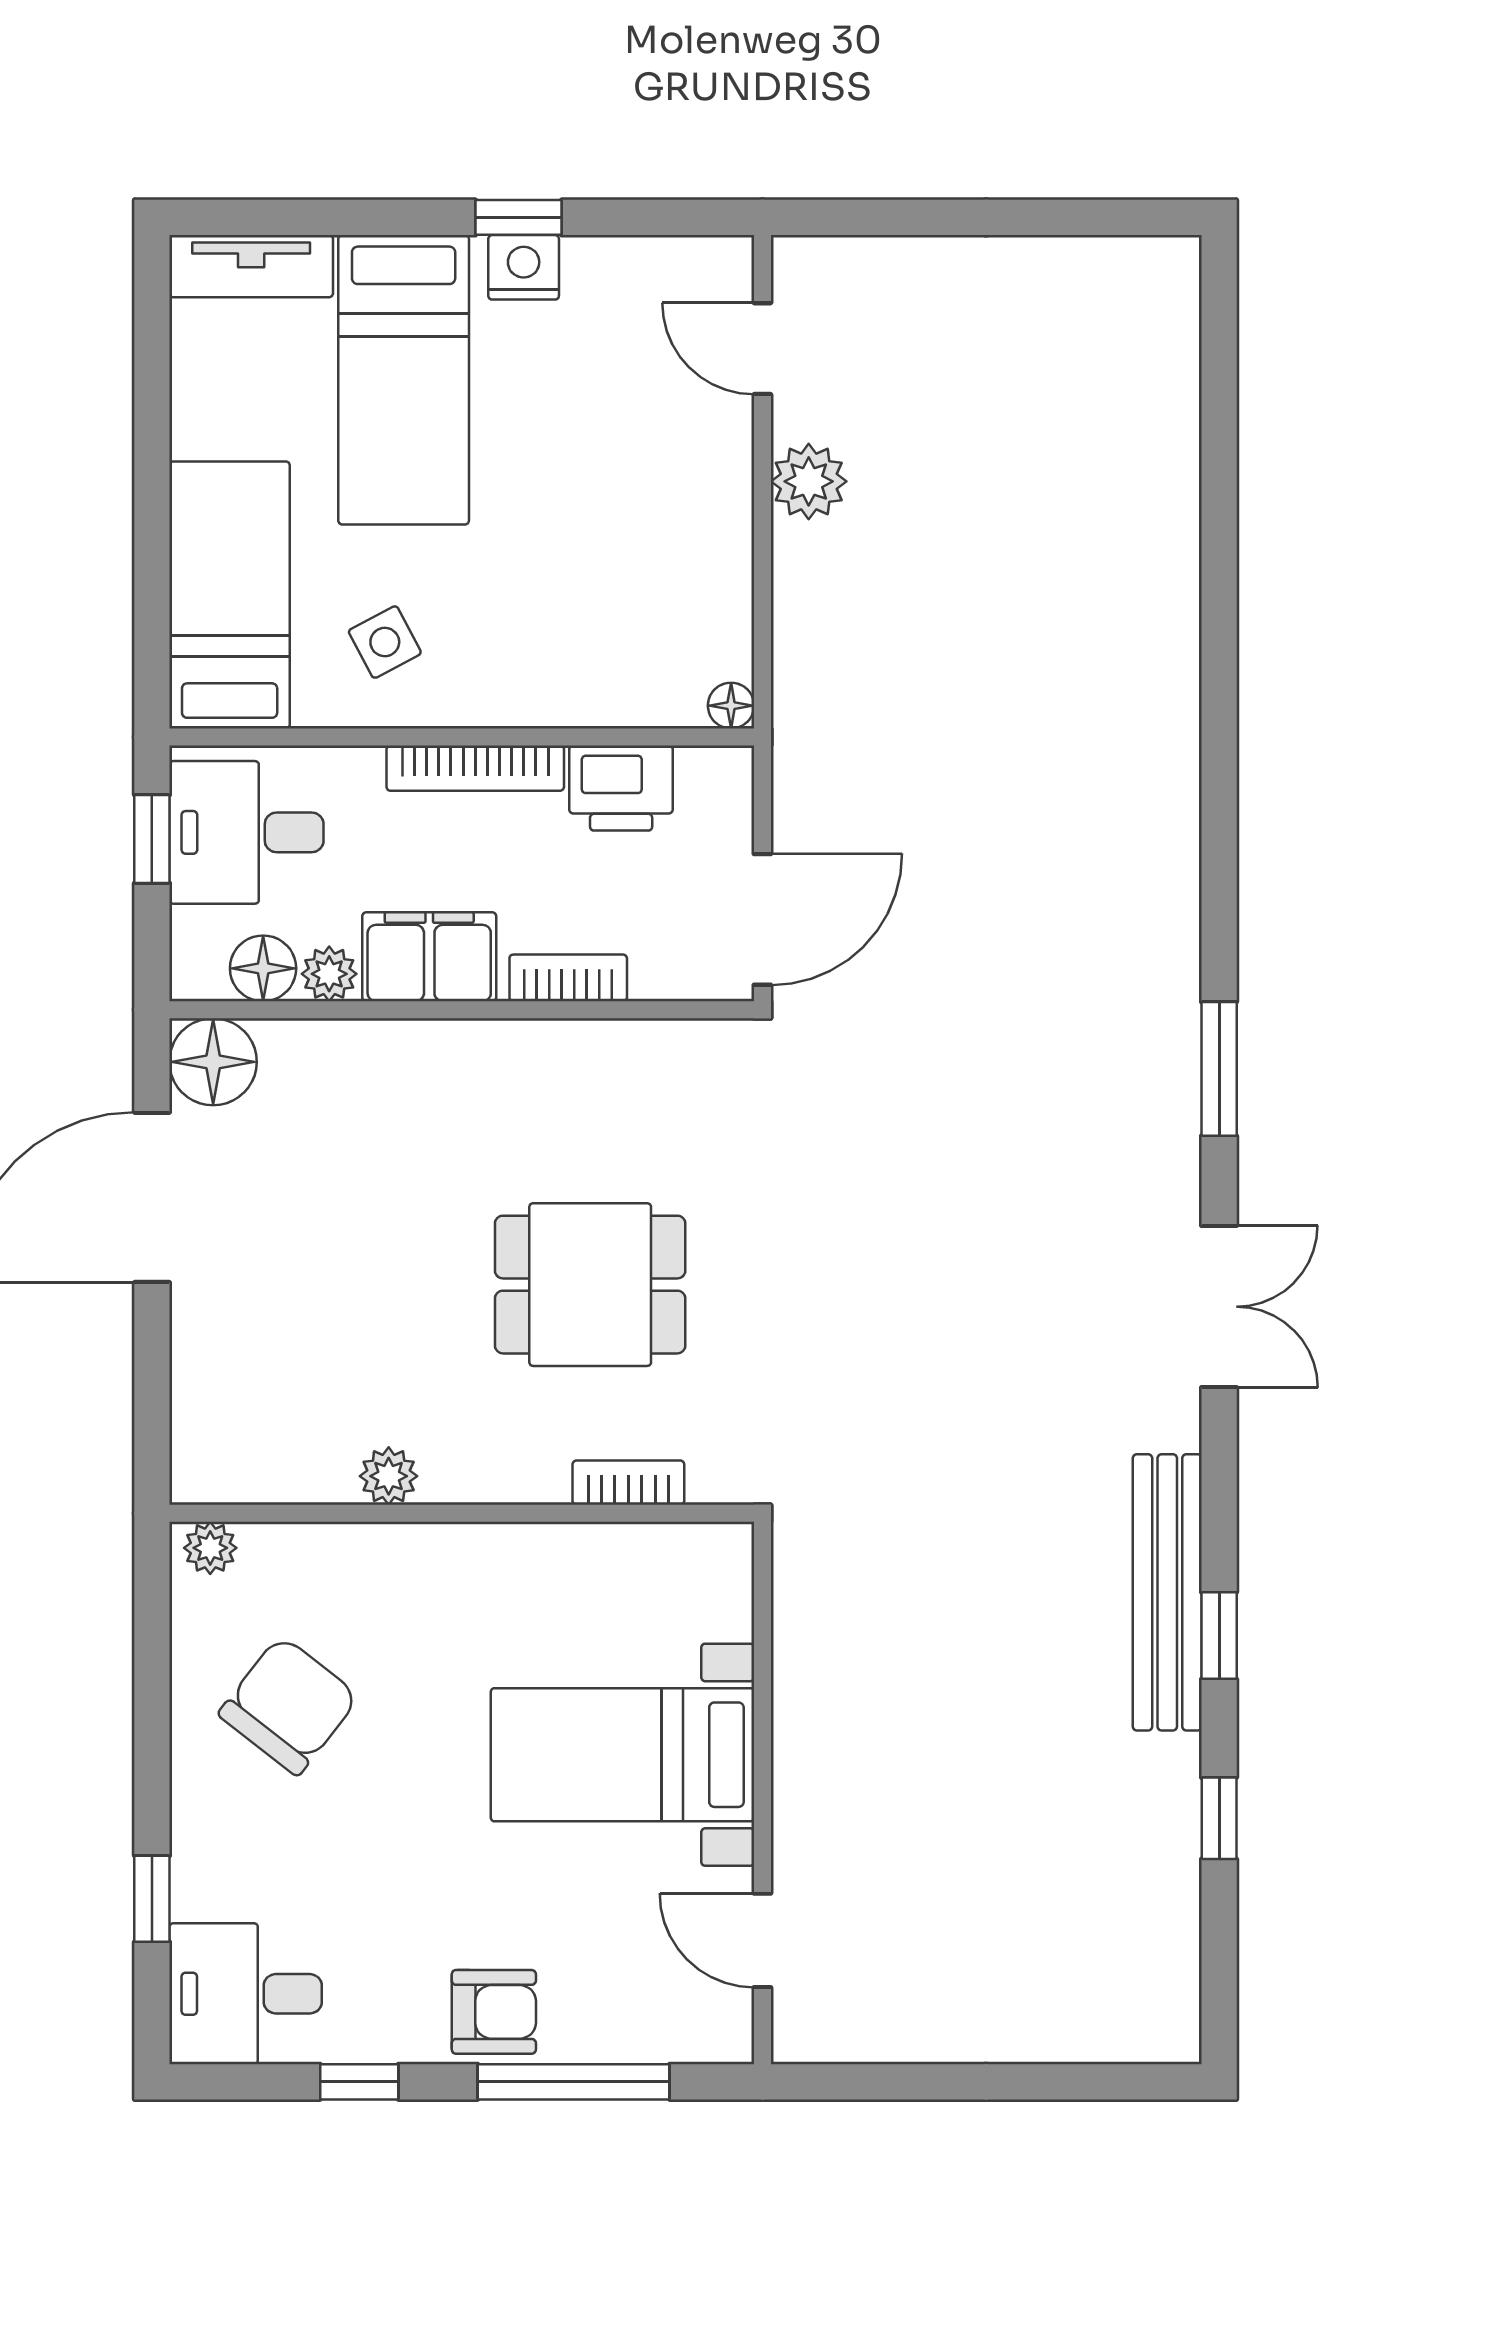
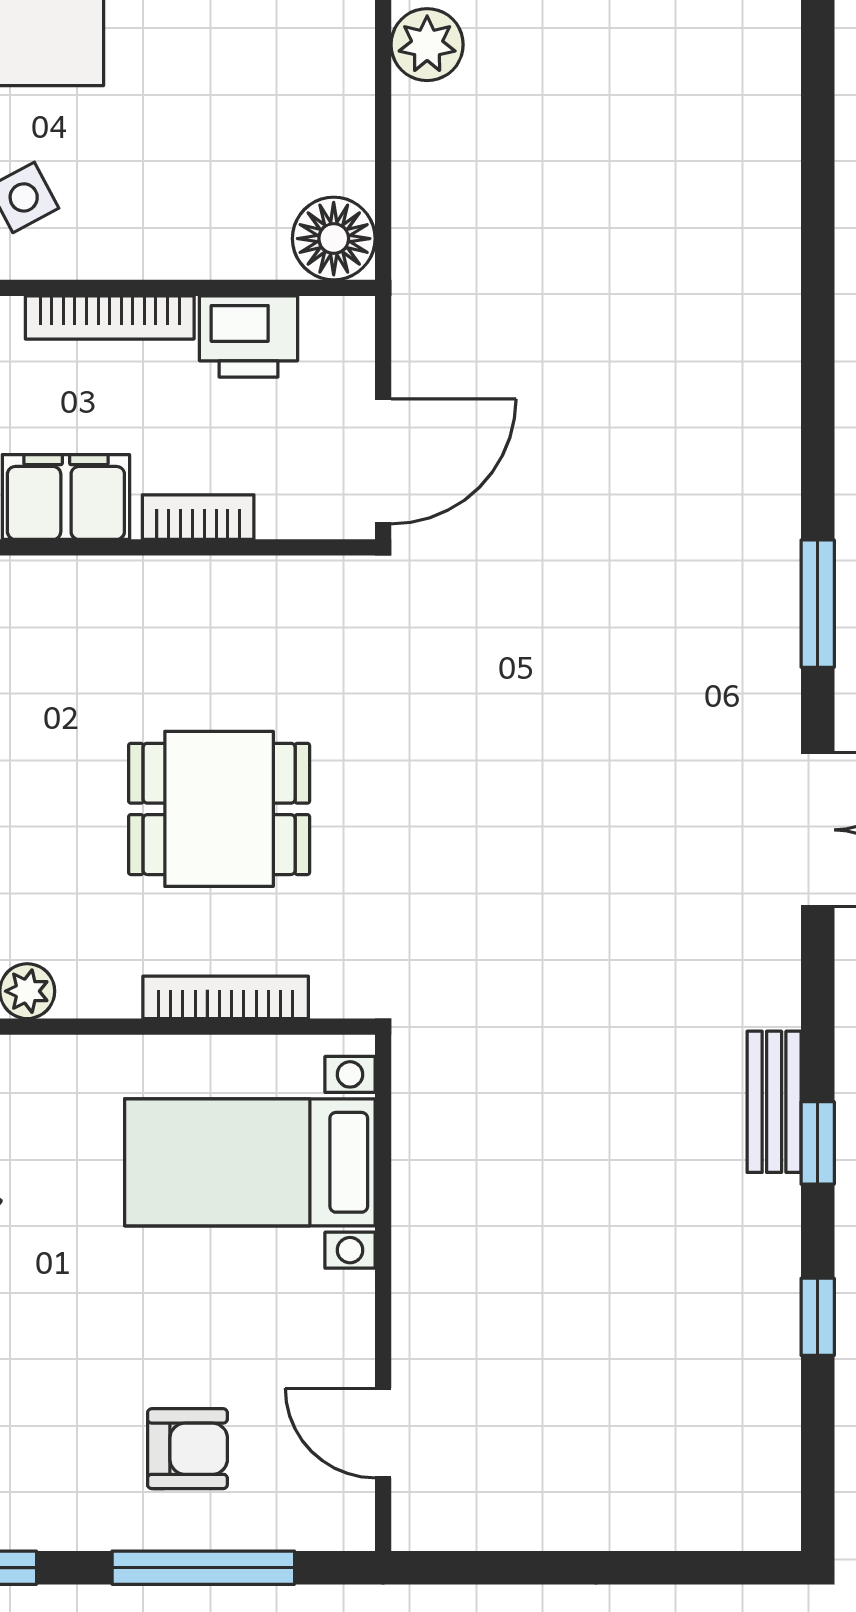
floor lamp: (731, 706) -> (334, 239), width x1.89, depth x1.89
bookcase: (628, 1483) -> (226, 997), width x1.56
bench: (1167, 1592) -> (774, 1102), width x0.54, depth x0.82
bed with nightstands: (622, 1755) -> (250, 1162), moved
armchair: (494, 2012) -> (187, 1449), moved

